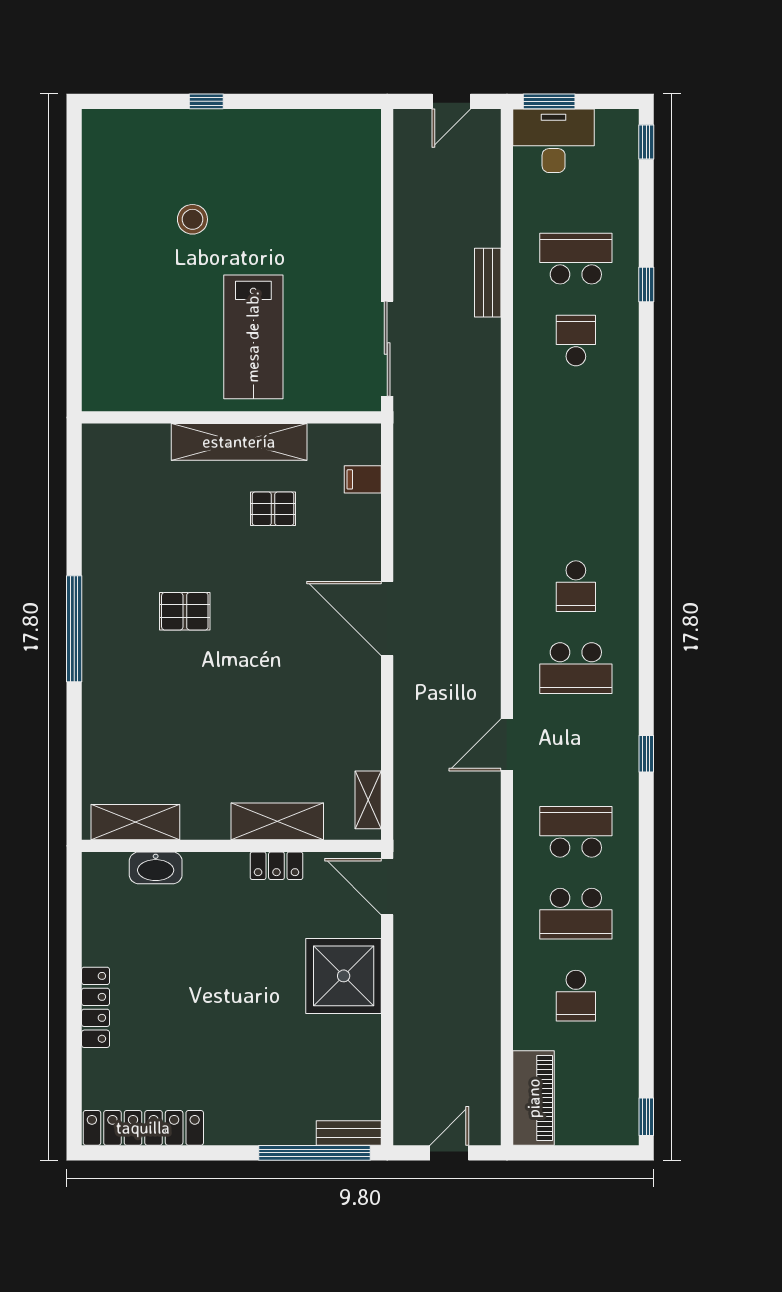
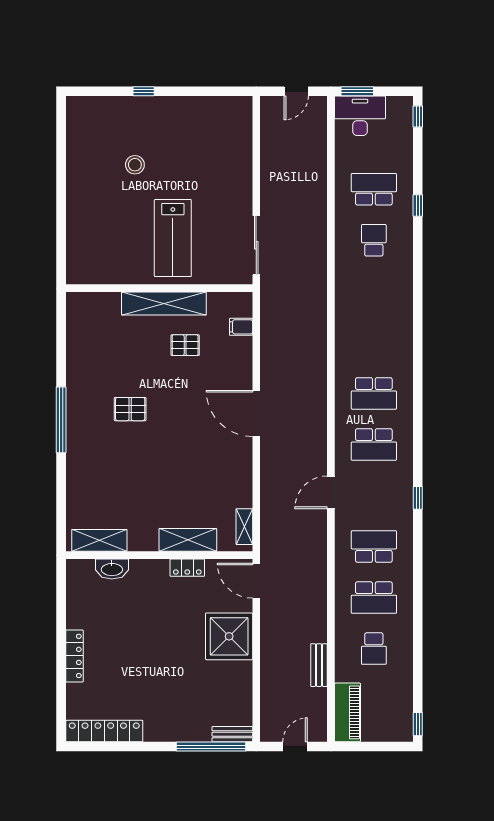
bench: (488, 283) -> (319, 665), moved
school desk: (576, 586) -> (374, 393), width x1.85

